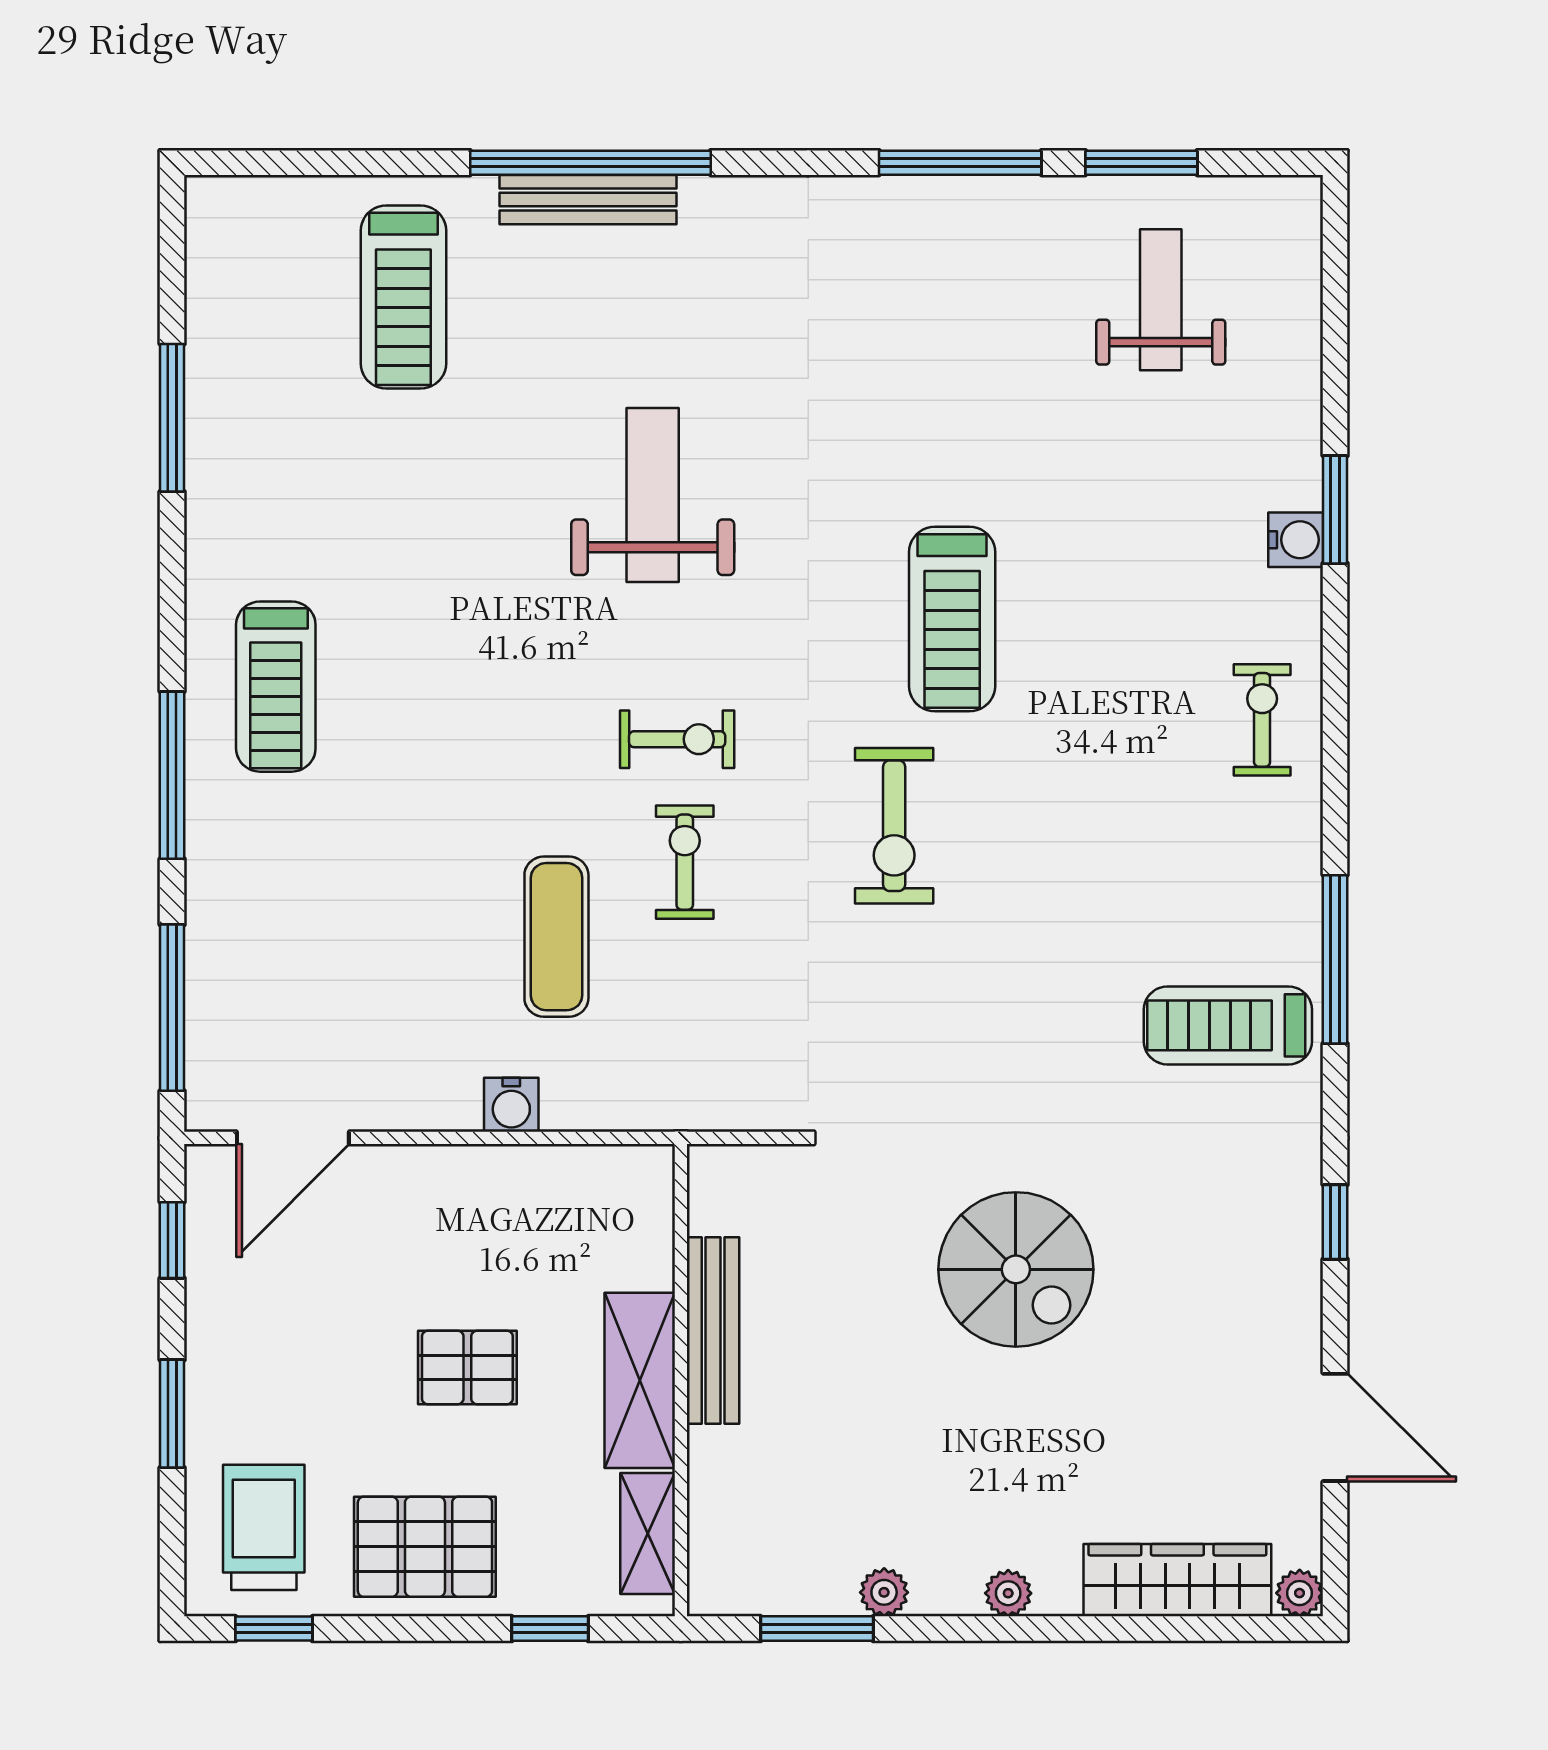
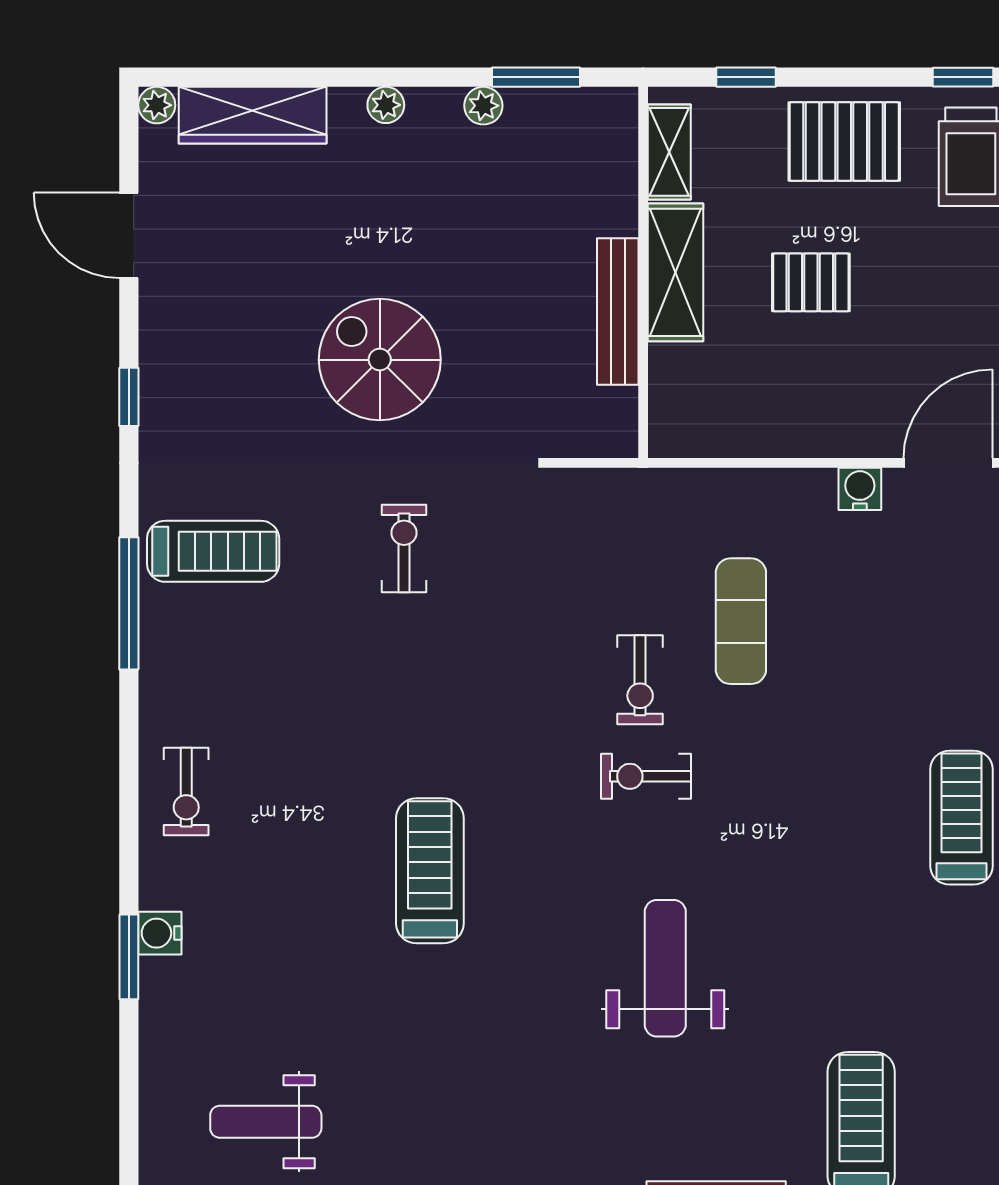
weight bench: (1161, 300) -> (266, 1122), turned 90
weight bench: (653, 495) -> (665, 968), turned 180
exercise bike: (894, 826) -> (404, 549), moved, width x0.73, depth x0.72
water cooler: (511, 1105) -> (860, 489), moved

